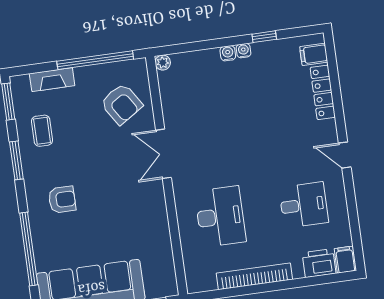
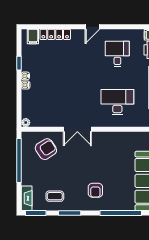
fireplace: (52, 80) -> (27, 198), moved
armchair: (62, 200) -> (95, 190), turned 180

